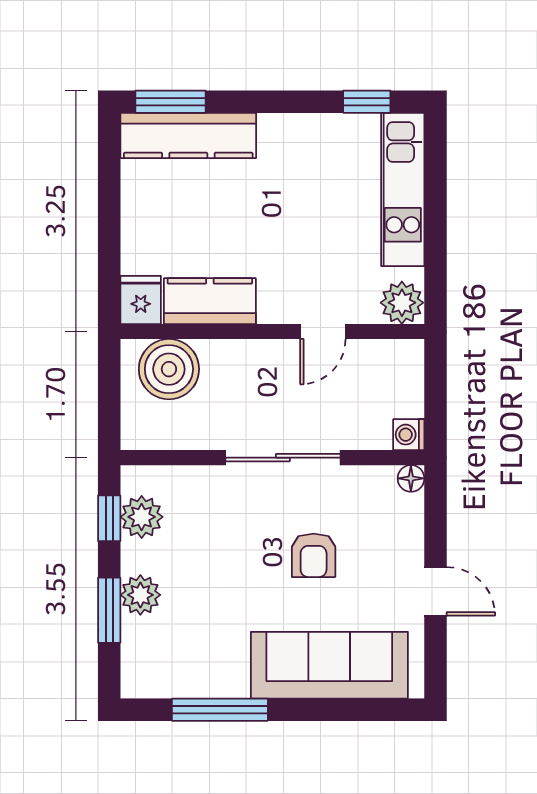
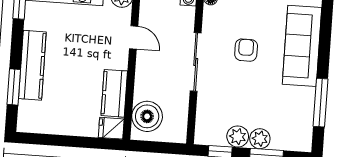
window: (170, 102) -> (14, 87), moved
kitchen counter: (188, 135) -> (32, 65), moved
plant: (142, 517) -> (238, 137), moved
armchair: (314, 555) -> (246, 50), turned -90

